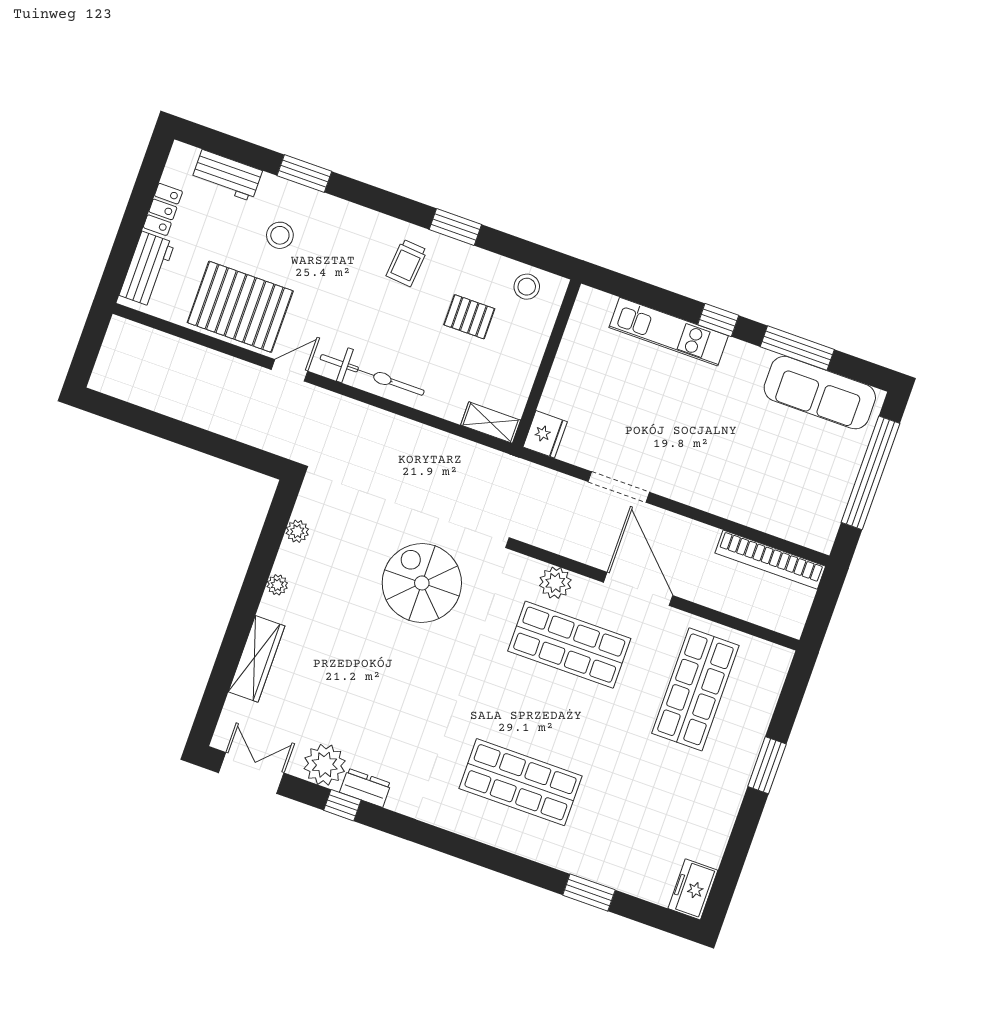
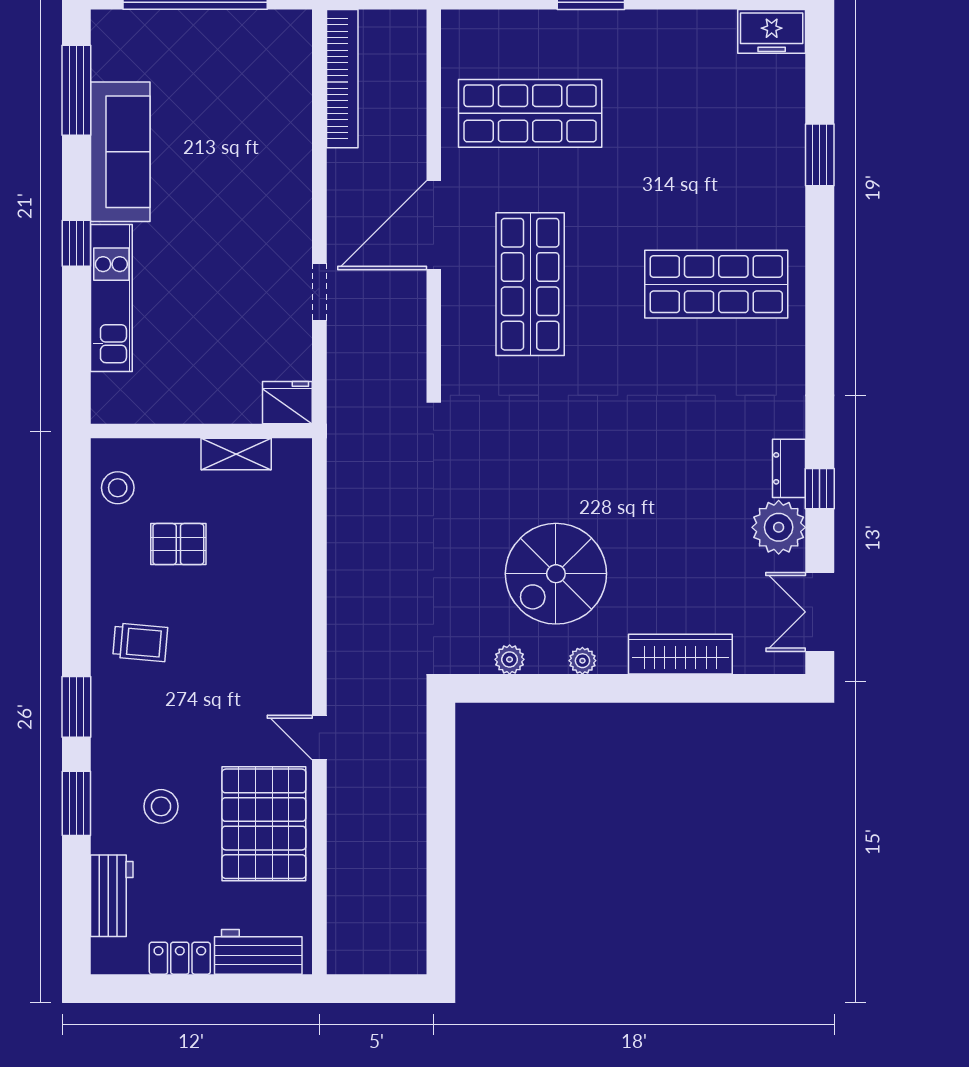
window: (455, 227) -> (76, 707), moved
pallet: (469, 317) -> (178, 544), turned 90
window: (797, 348) -> (76, 90), moved
bicycle: (372, 375) -> (290, 636), removed
sofa: (820, 393) -> (120, 152), moved
shelving: (491, 423) -> (236, 454), moved, turned 90
doorway: (619, 487) -> (319, 292), width x0.73
spiral stairs: (422, 583) -> (556, 574), moved
plant: (555, 583) -> (462, 327), removed
shop shelf: (521, 782) -> (716, 284), turned 90

